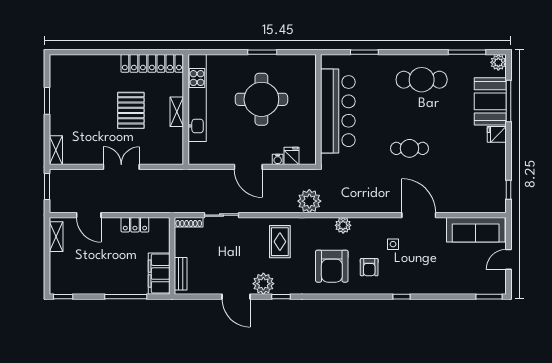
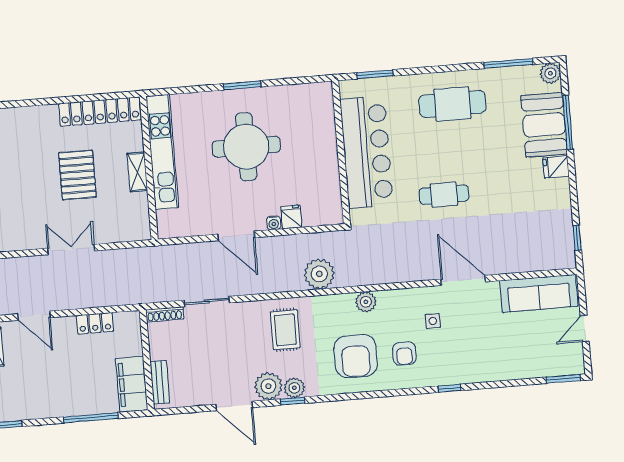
wall: (318, 110) -> (341, 152), moved
bar counter: (338, 111) -> (366, 152), moved
plant: (283, 286) -> (294, 388), added

